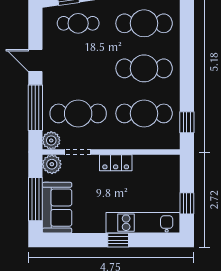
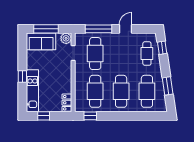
plant: (51, 140) -> (80, 38), removed
locker: (116, 163) -> (67, 103), moved

